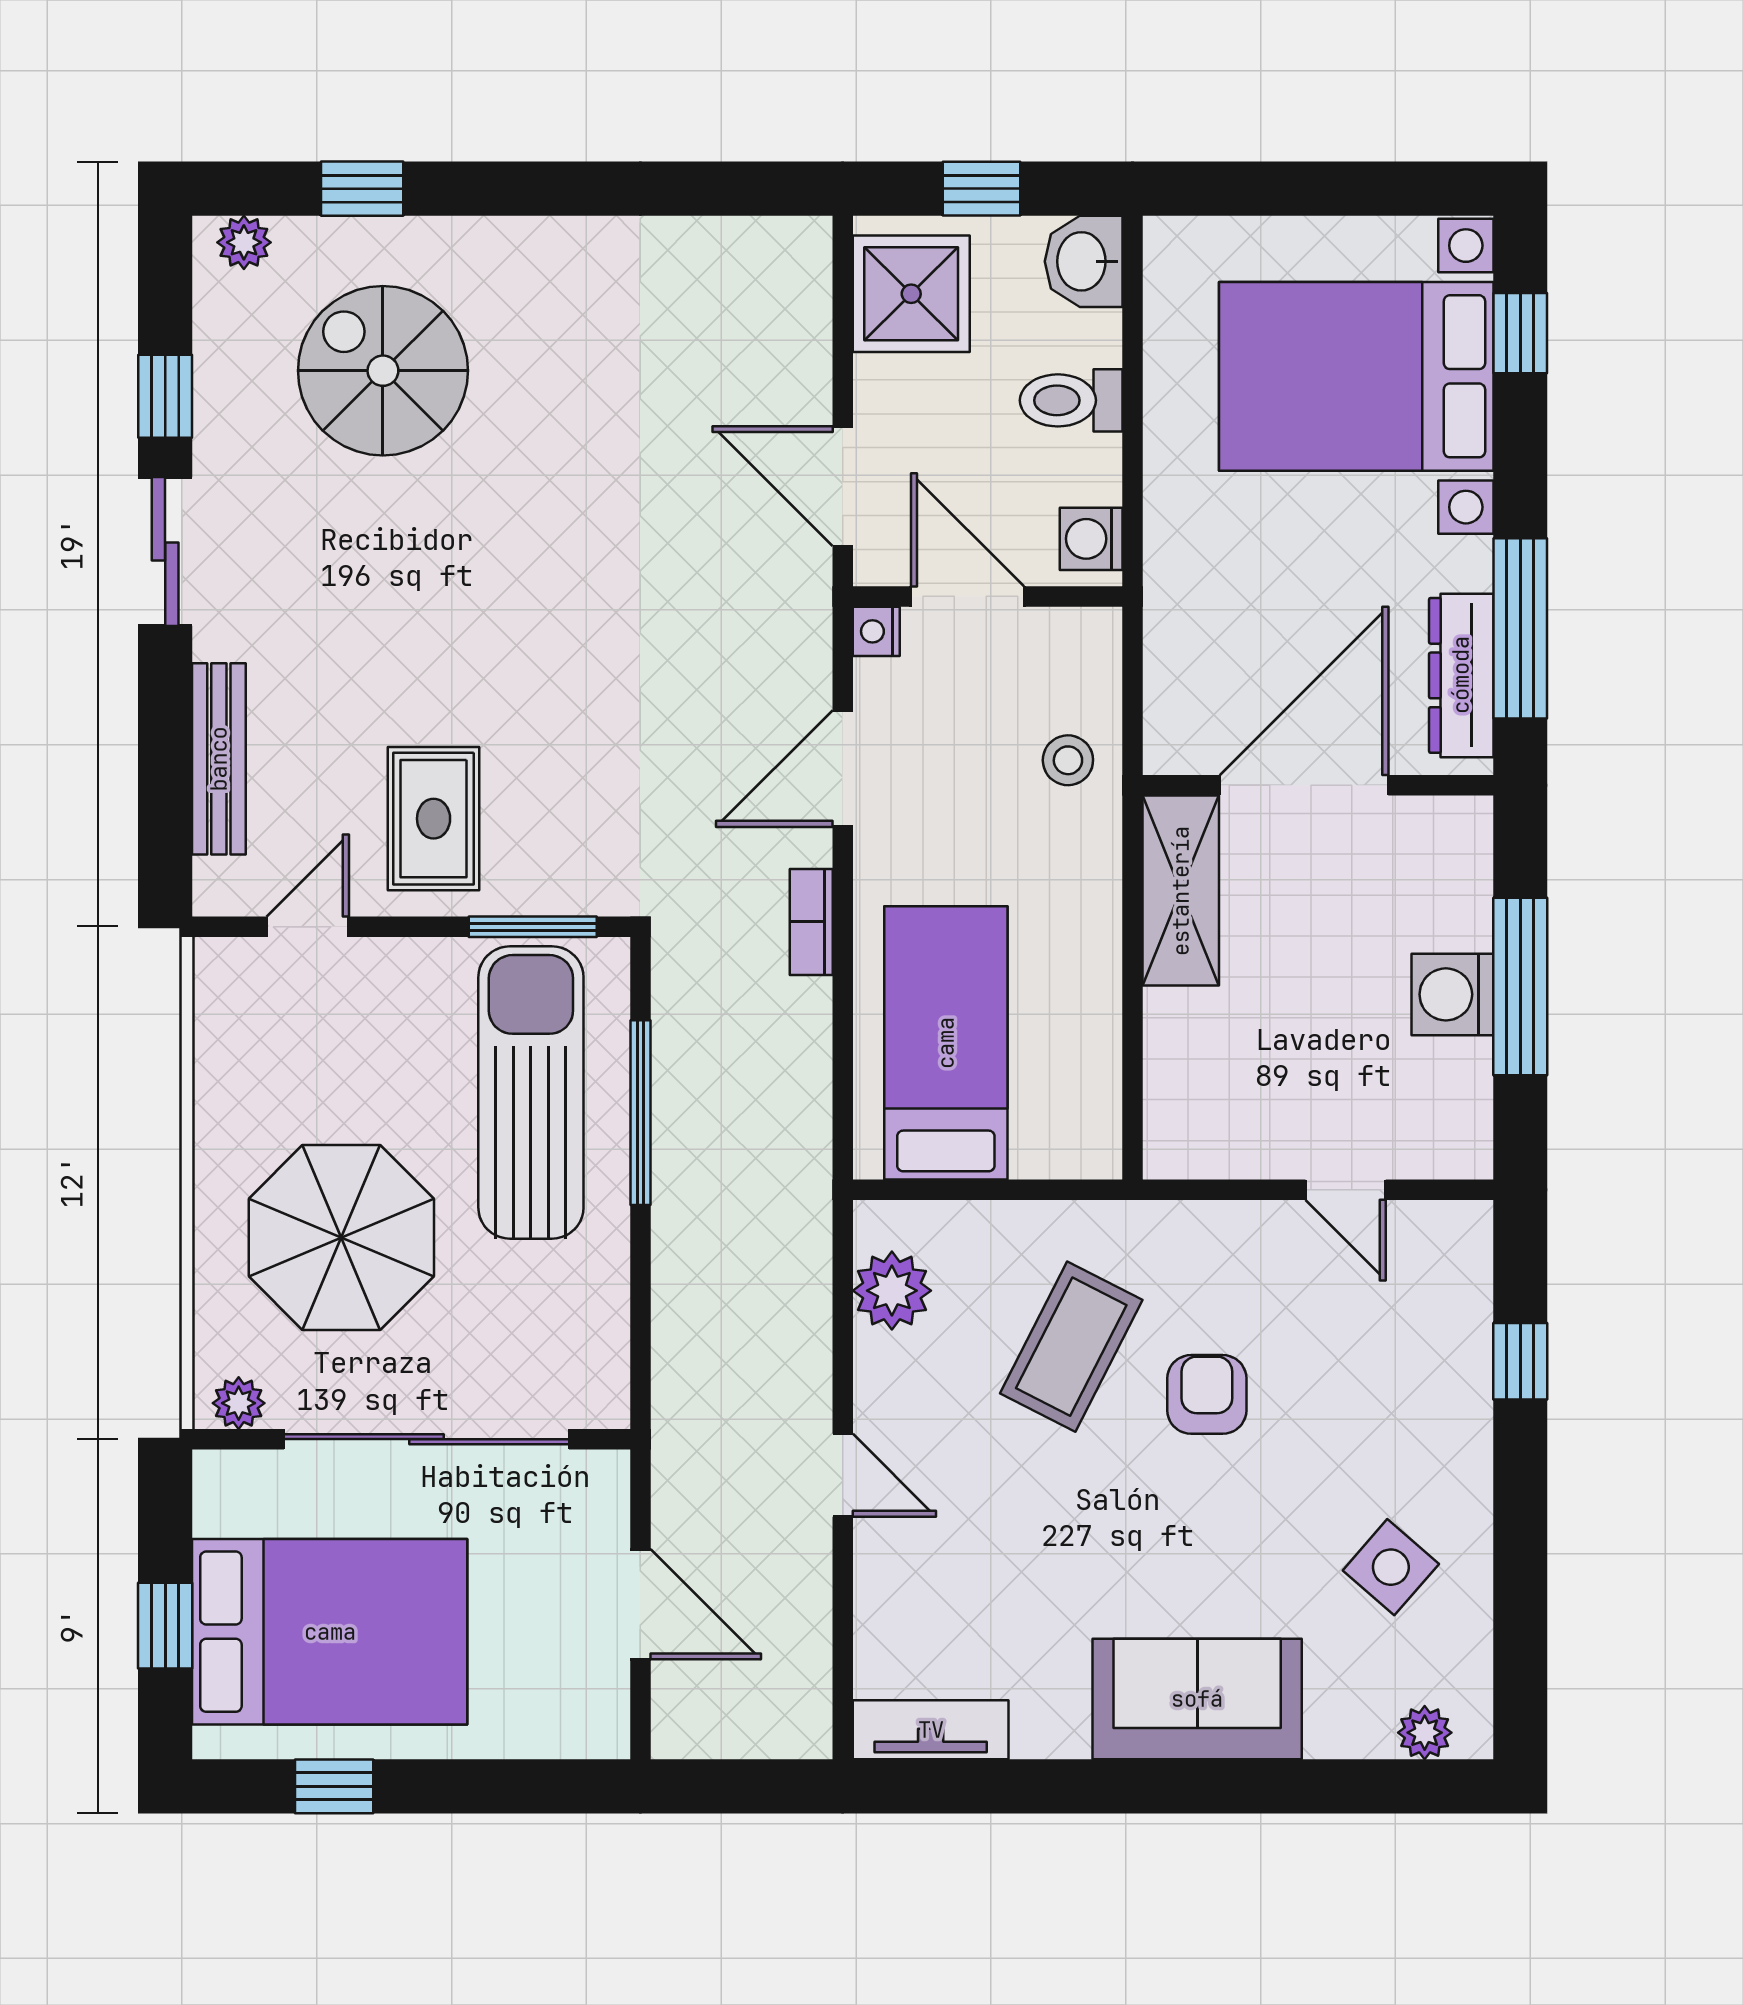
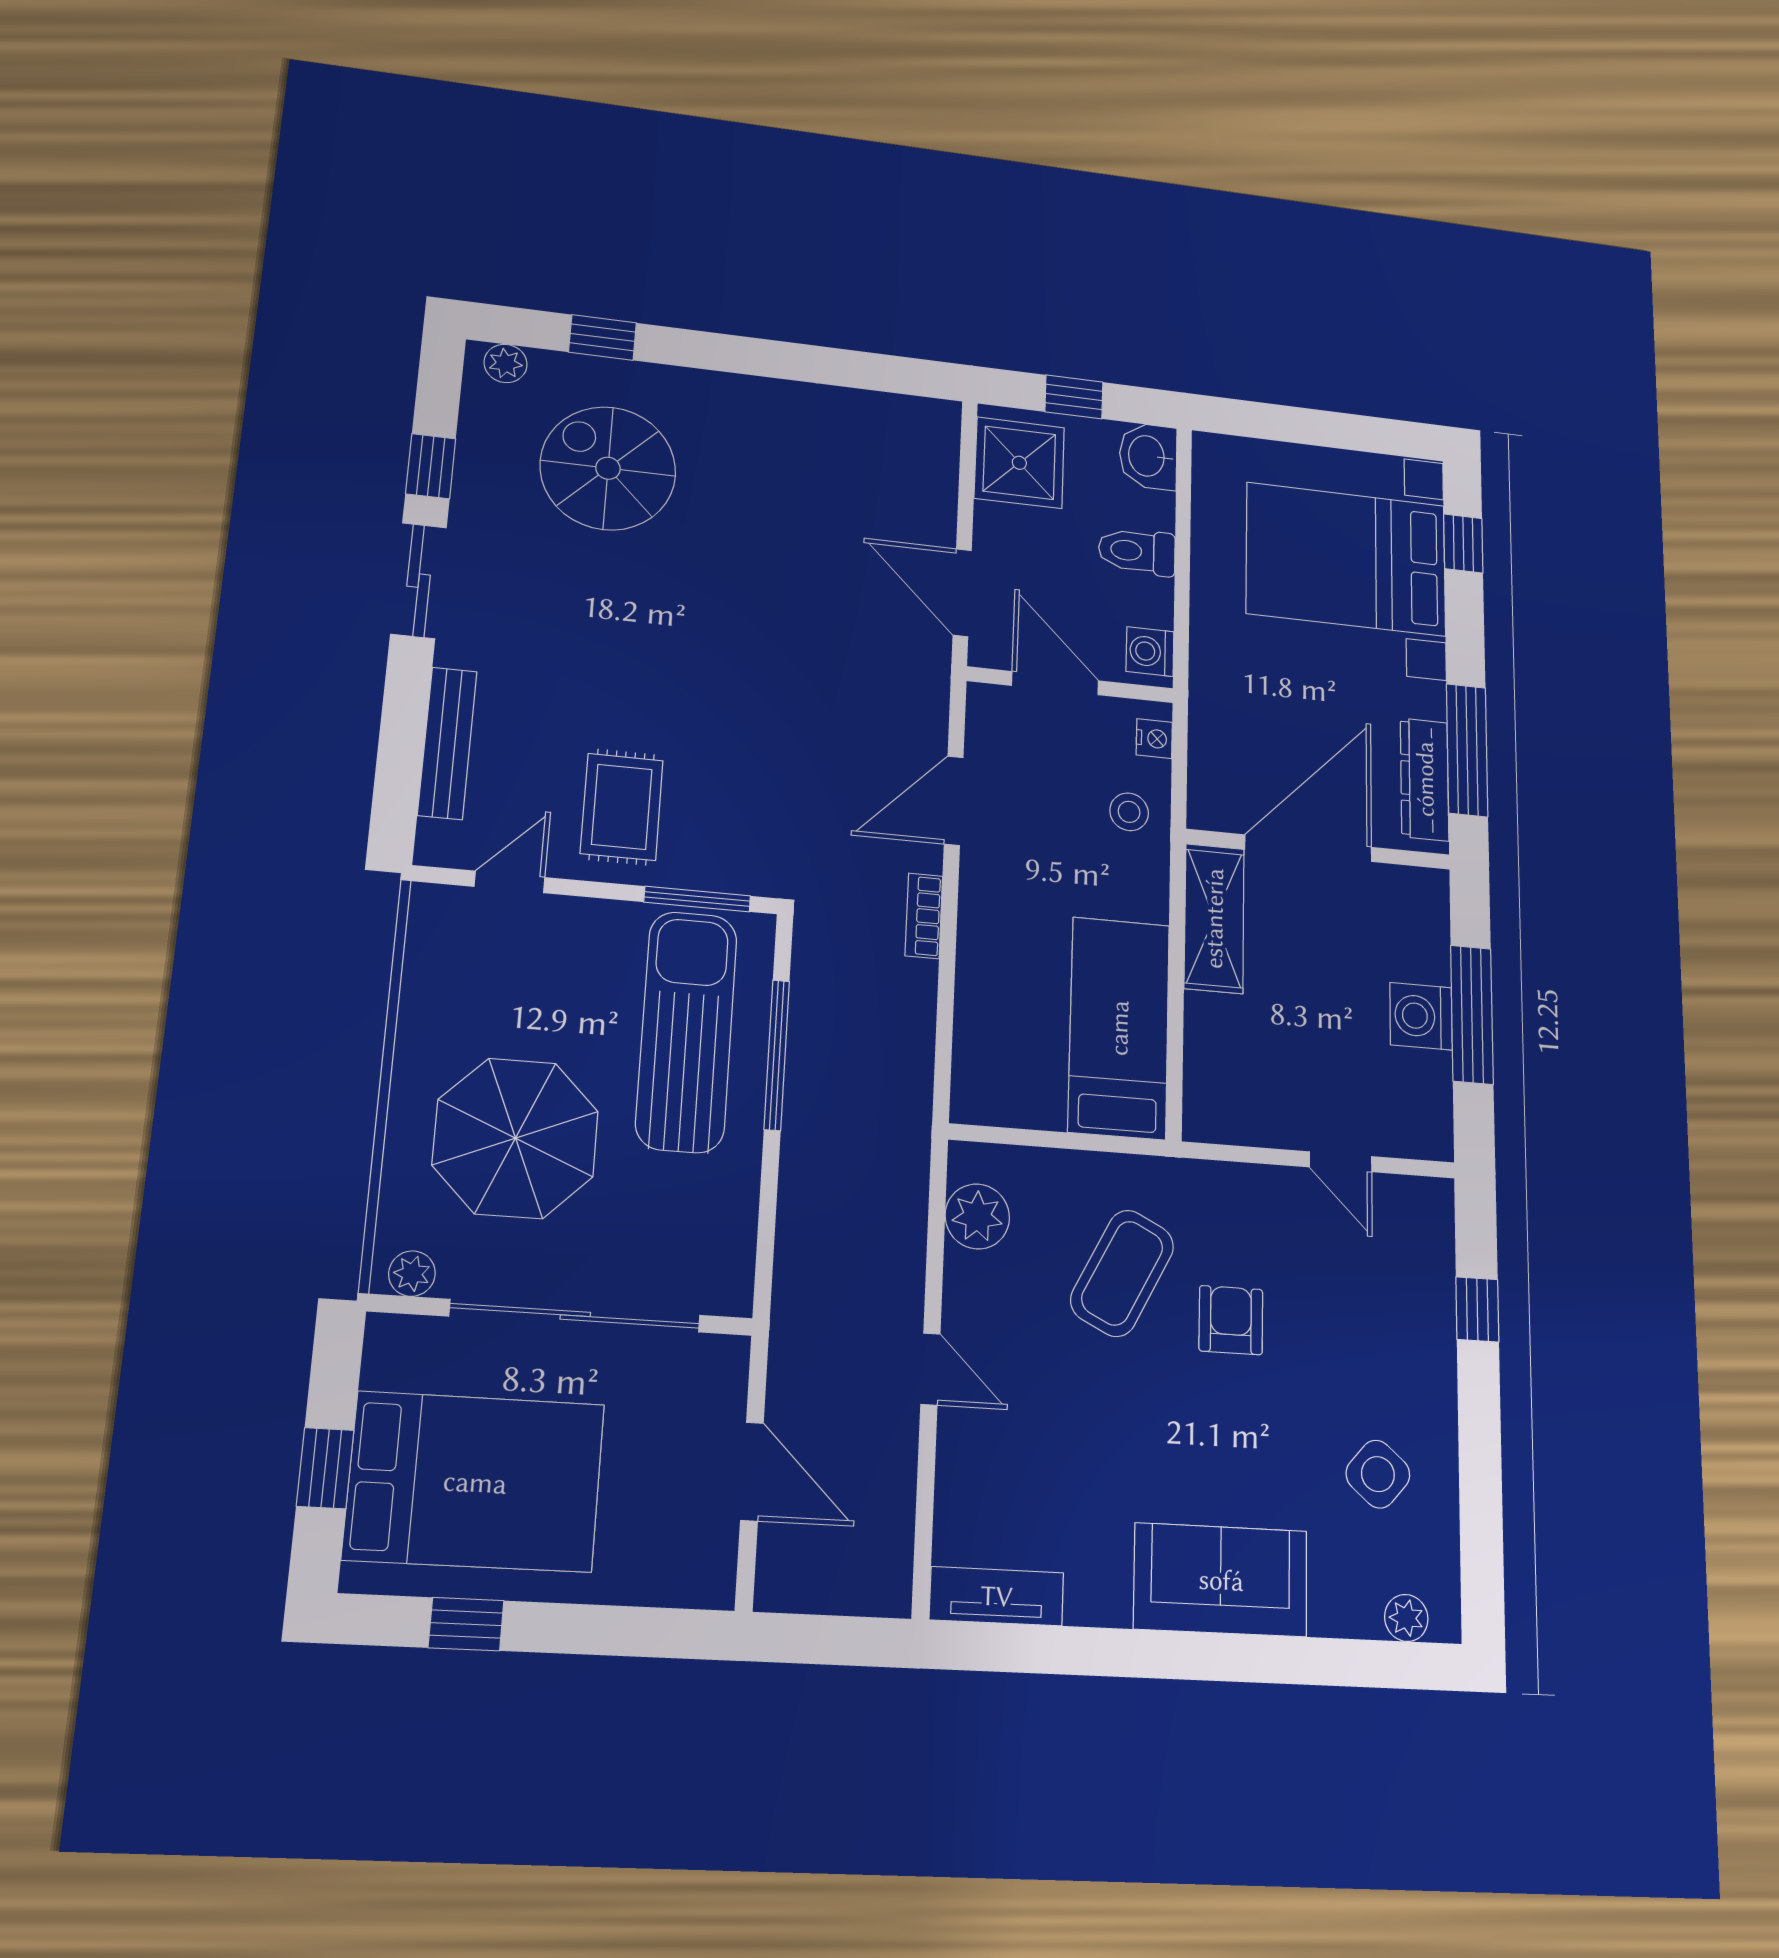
nightstand: (876, 631) -> (1154, 739), moved, turned 180
bed: (946, 1043) -> (1119, 1028), moved

